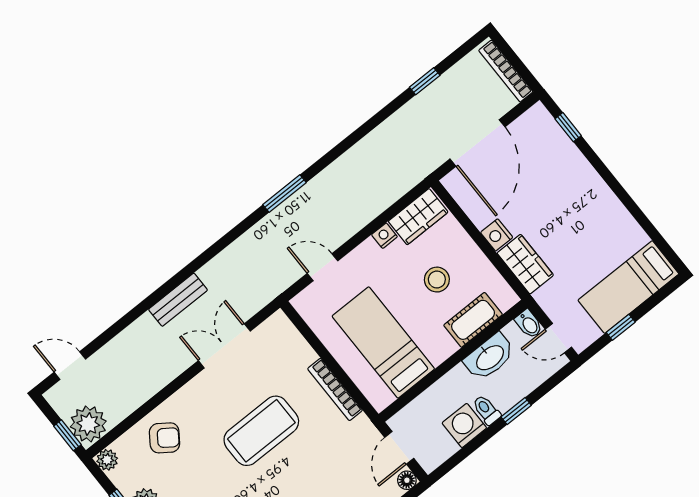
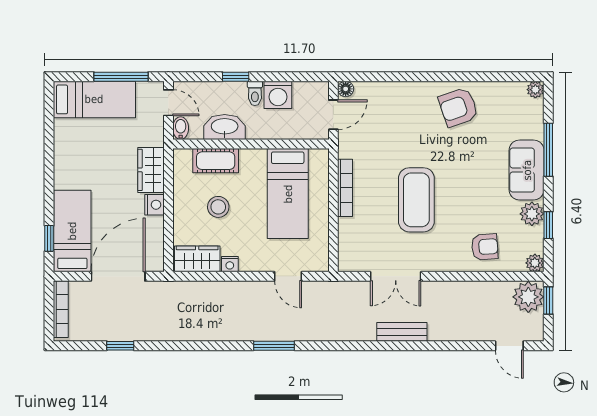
bed: (552, 151) -> (72, 231), added
window: (621, 327) -> (121, 77), width x2.17
coffee table: (261, 431) -> (416, 200), turned 90
armchair: (165, 438) -> (485, 247), turned 141

